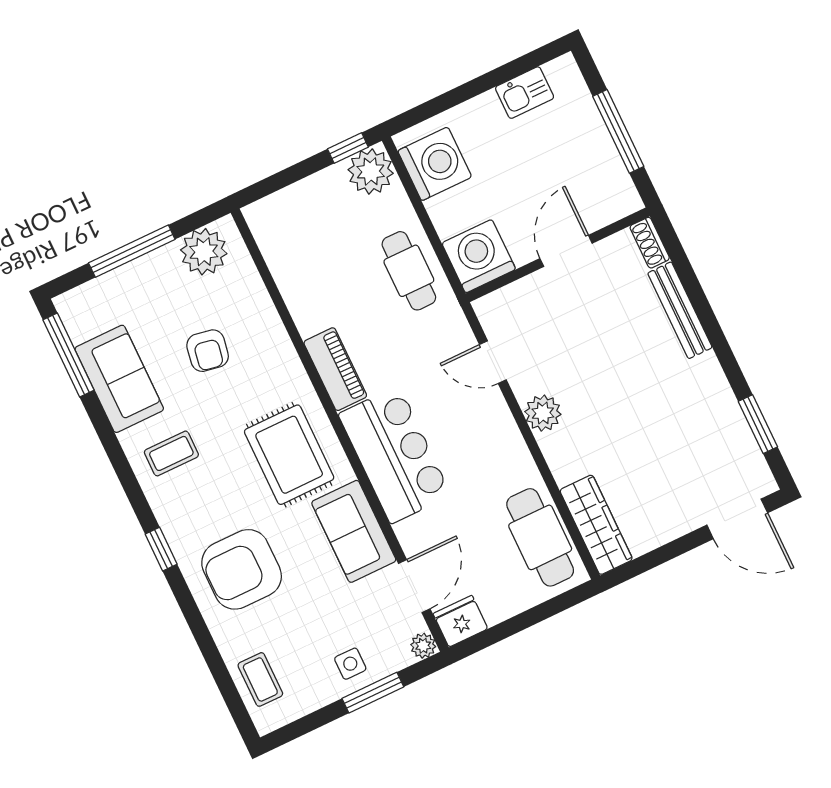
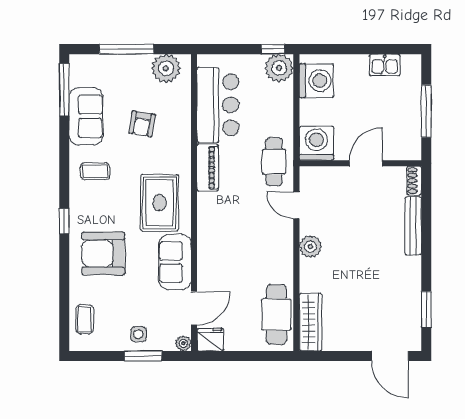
cafe table: (409, 271) -> (274, 162), moved
bar counter: (395, 455) -> (218, 105), moved

